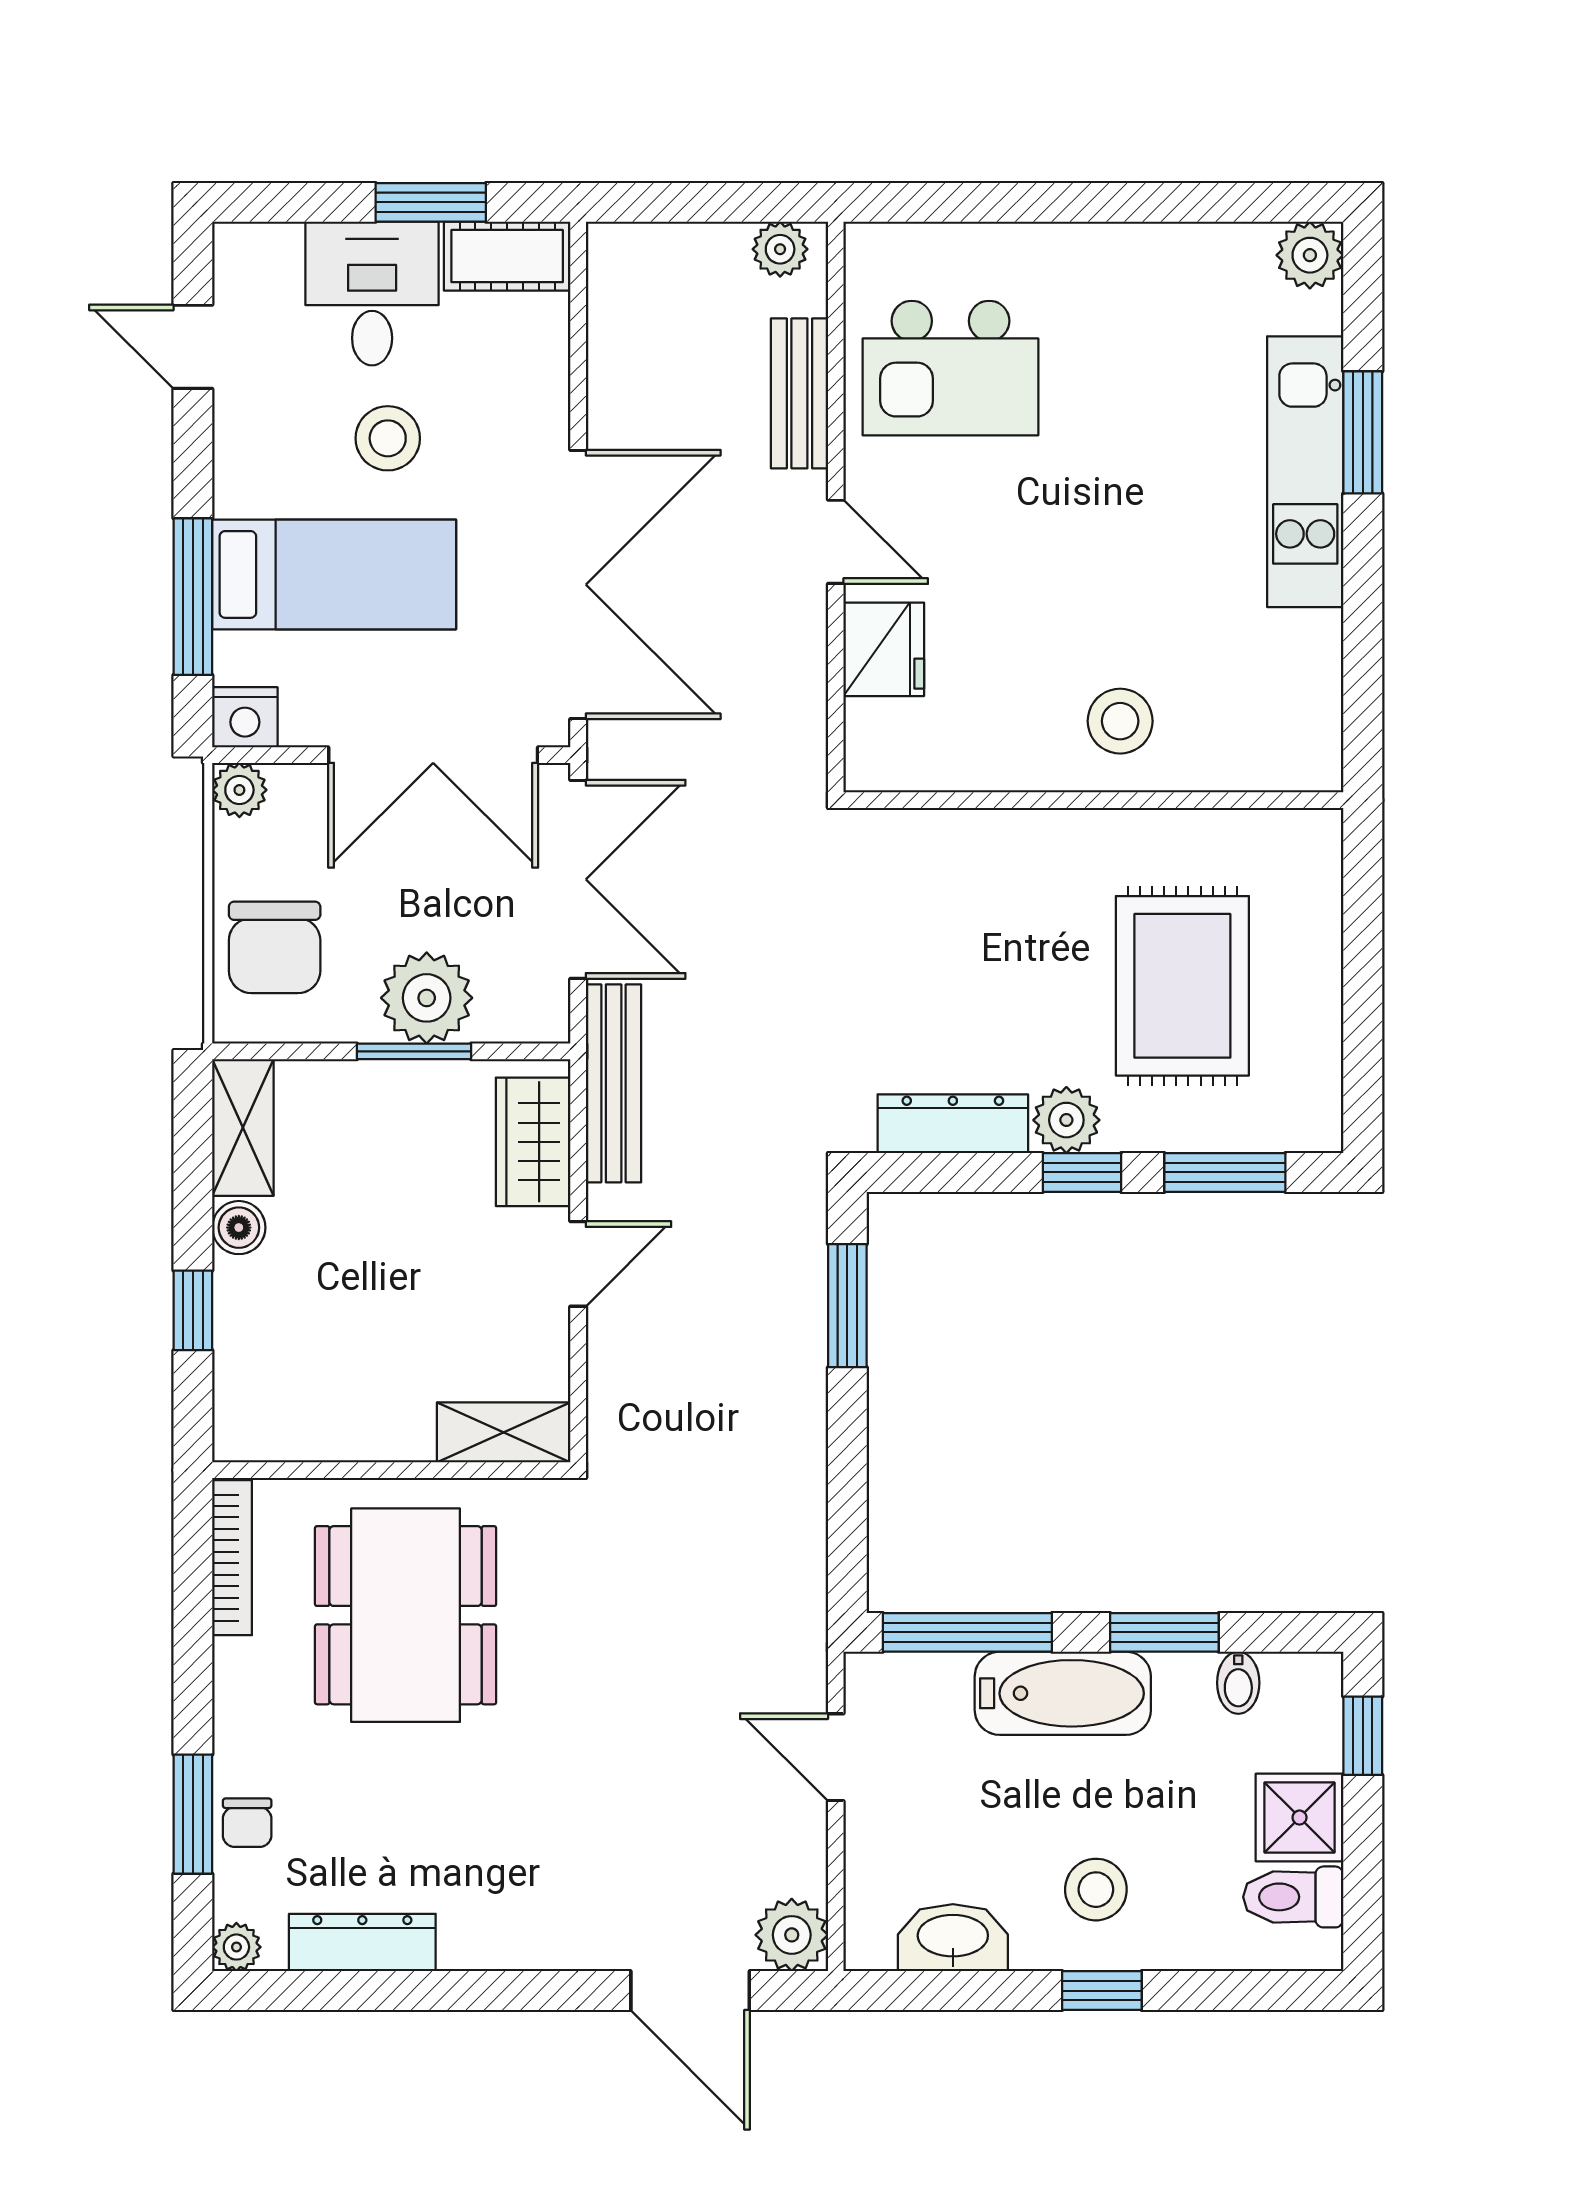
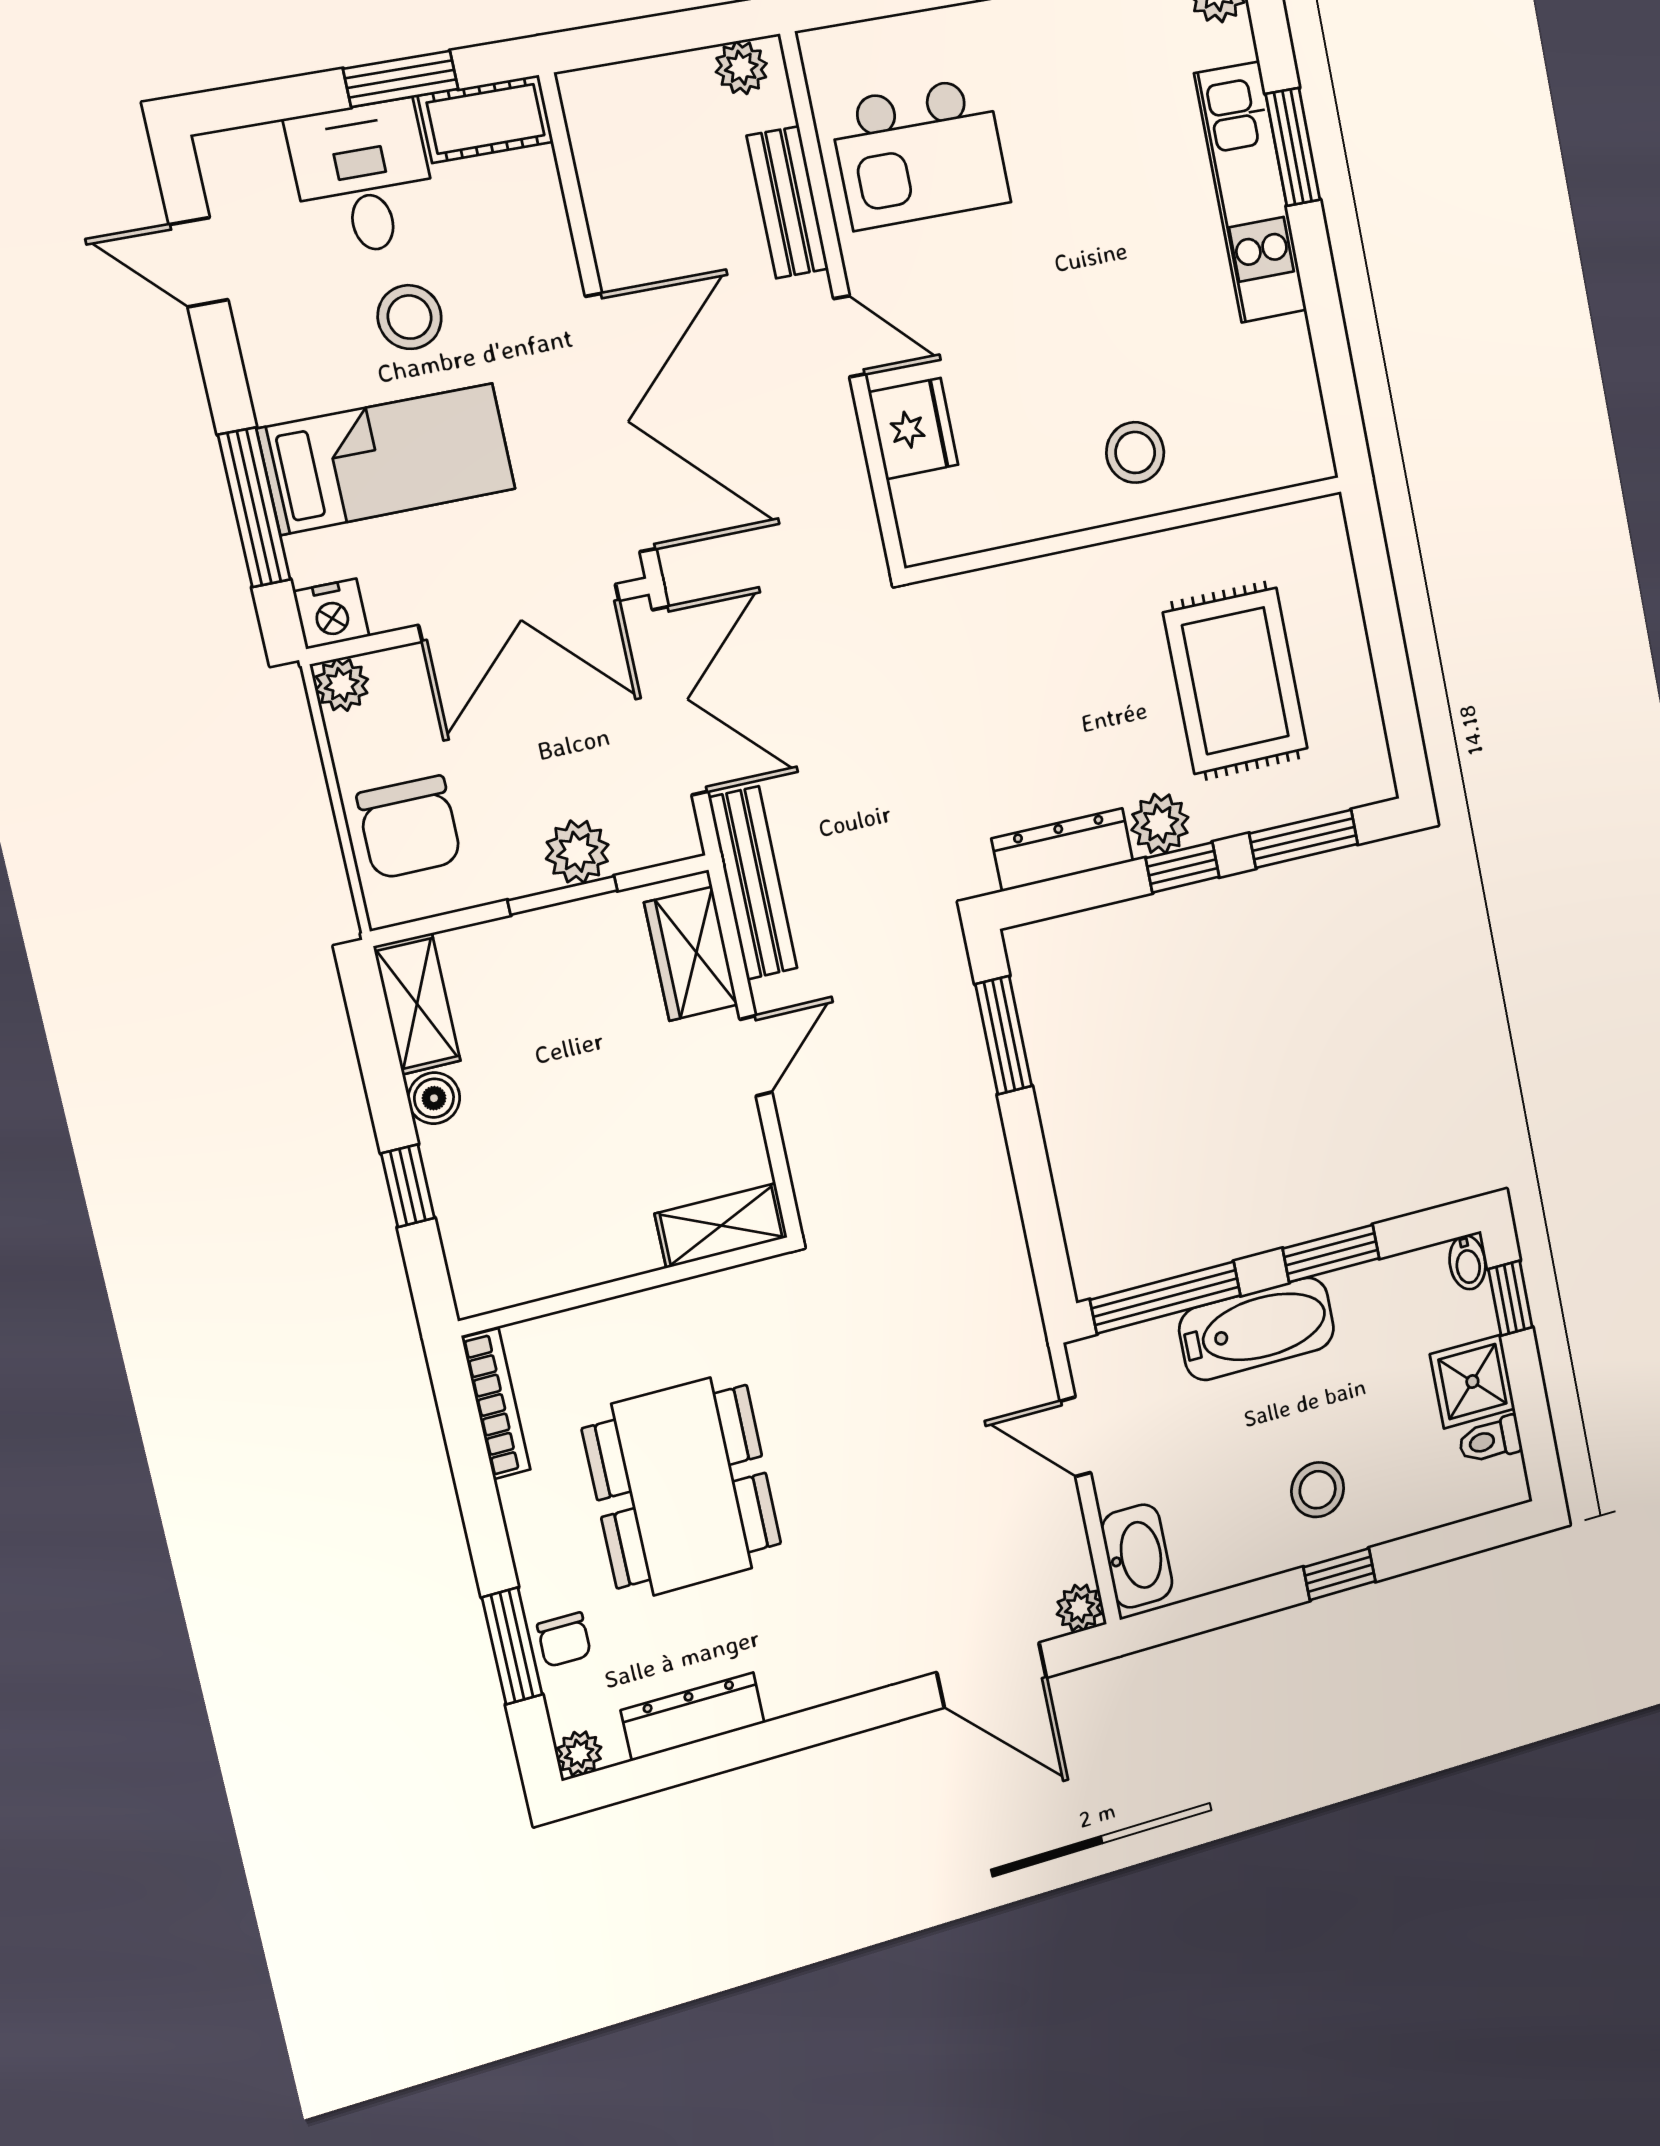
plant: (427, 998) -> (577, 852), width x0.73, depth x0.73
dining table: (406, 1615) -> (682, 1486), moved
bidet: (1238, 1683) -> (1467, 1262), moved
toilet: (1293, 1897) -> (1490, 1440), width x0.73, depth x0.72
plant: (792, 1935) -> (1079, 1608), width x0.73, depth x0.73
washbasin: (953, 1938) -> (1137, 1556), moved, turned 90

